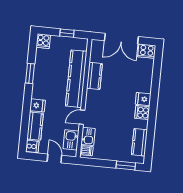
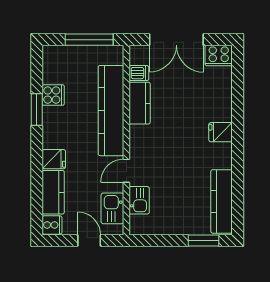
window: (67, 33) -> (89, 40), width x2.17
cooker: (43, 41) -> (53, 95), moved, turned -90
cooker: (142, 113) -> (221, 154), removed
kitchen counter: (139, 142) -> (222, 201), width x1.50
dishwasher: (87, 151) -> (139, 73), moved

